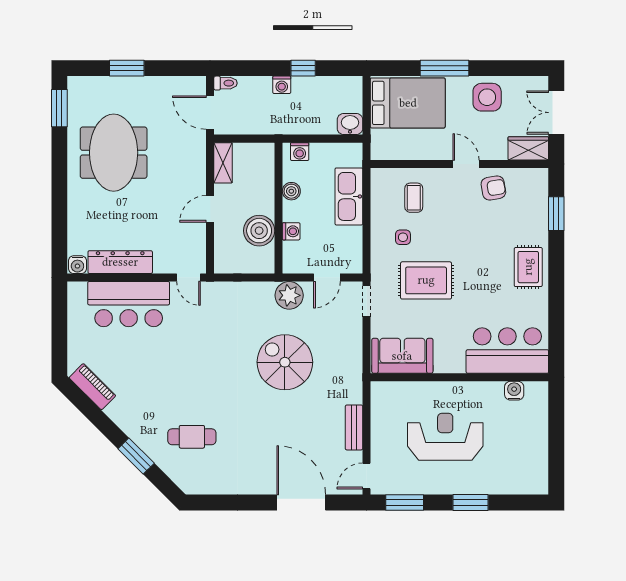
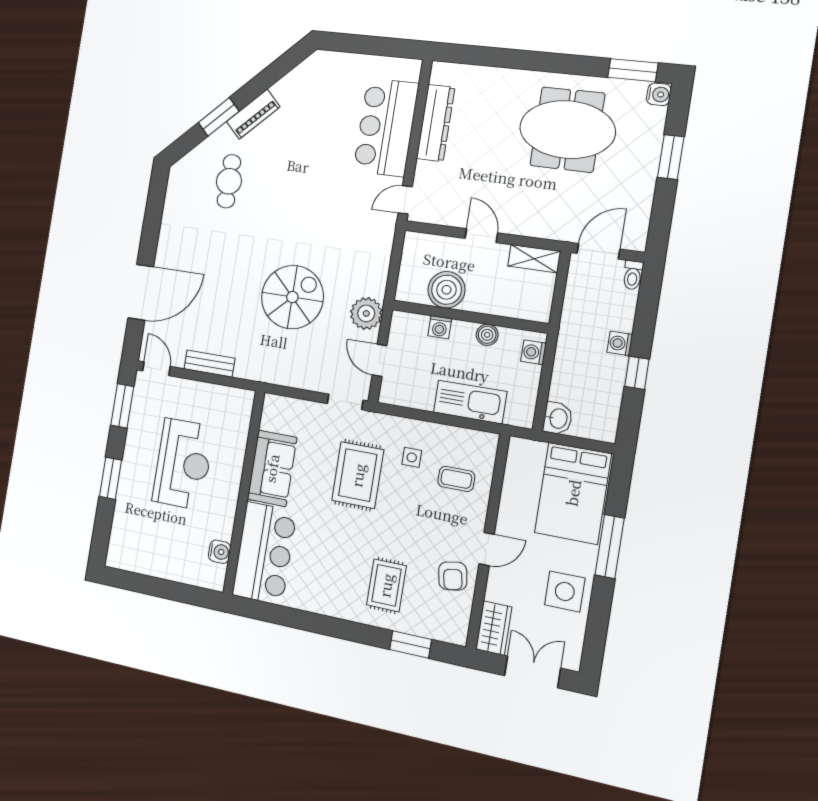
water cooler: (77, 265) -> (659, 94), moved, turned 180
rug: (528, 267) -> (386, 585), moved, turned 90
sofa: (402, 356) -> (272, 468), moved
piano: (92, 387) -> (253, 114), moved

